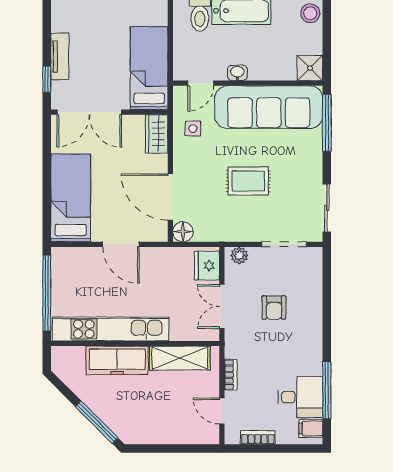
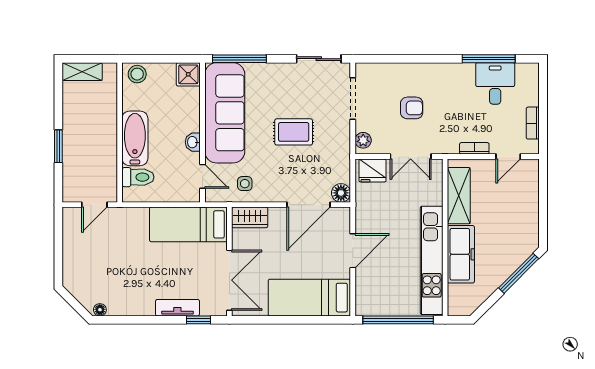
rug: (248, 181) -> (294, 132), turned 90
filing cabinet: (311, 428) -> (524, 74), removed

